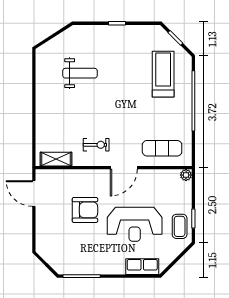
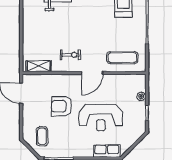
plant: (186, 175) -> (141, 96), moved
armchair: (85, 210) -> (62, 106), turned 180
coffee table: (180, 226) -> (42, 136), moved

